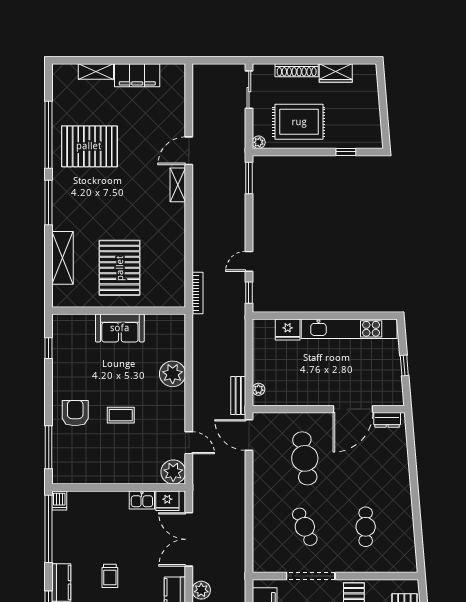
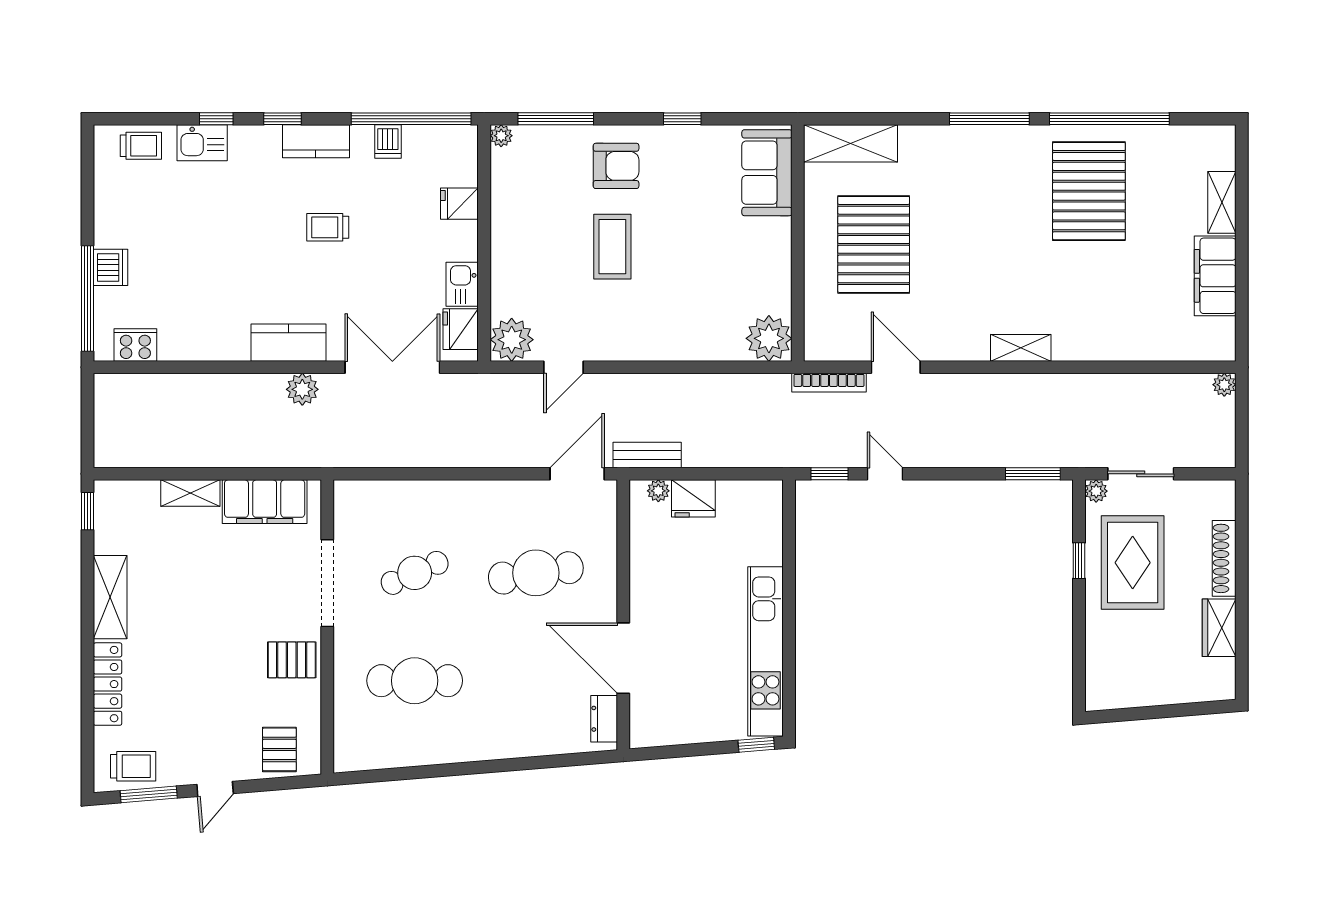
plant: (199, 70) -> (1224, 385), added
sliding door: (249, 90) -> (1141, 474), moved
door: (189, 151) -> (896, 367), moved
window: (346, 152) -> (1079, 561), moved
shelving: (62, 258) -> (851, 143), moved
pallet: (120, 268) -> (874, 244), turned 90
sofa: (120, 328) -> (767, 173), moved
fridge: (288, 329) -> (693, 498), moved, turned -90
window: (49, 348) -> (682, 119), moved
window: (404, 365) -> (756, 745), moved
plant: (173, 374) -> (769, 338), moved
coffee table: (121, 415) -> (612, 247), width x1.36, depth x1.30
plant: (58, 478) -> (501, 136), added
dishwasher: (59, 500) -> (388, 142), moved, turned -90
fridge: (97, 502) -> (459, 204), added
cafe table: (366, 527) -> (415, 681), width x1.37, depth x1.35

